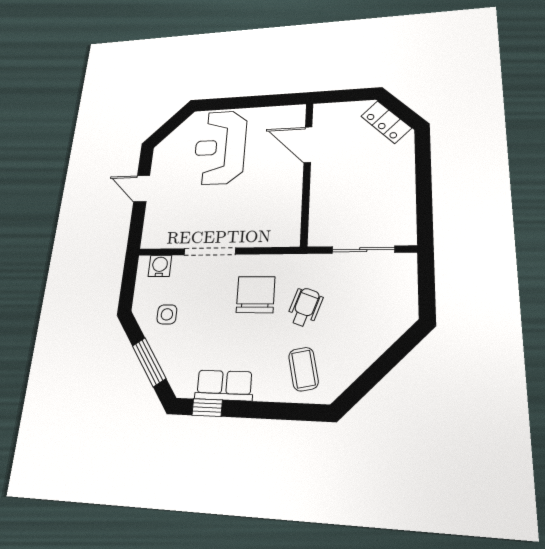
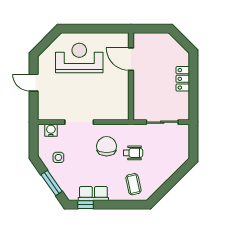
locker: (386, 122) -> (183, 79), moved, turned 45
reception desk: (220, 147) -> (79, 58), turned 90
wheelchair: (305, 307) -> (133, 153), turned 70

